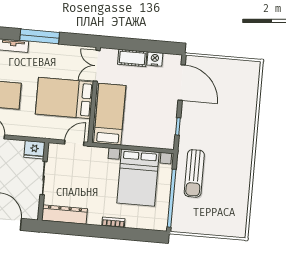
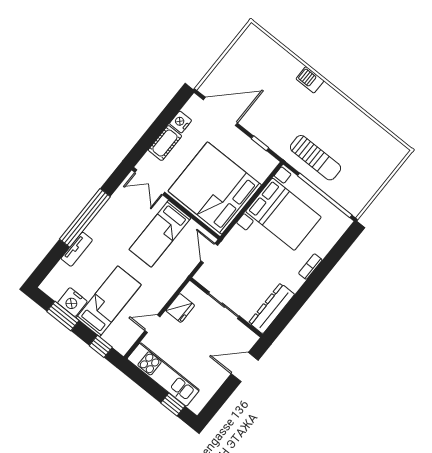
window: (40, 36) -> (85, 218), width x1.46
bed: (64, 98) -> (160, 234), width x0.67
bed: (110, 114) -> (215, 188), width x2.04
barbecue: (248, 132) -> (310, 80), added
fridge: (34, 150) -> (180, 308), moved

